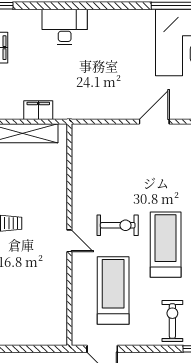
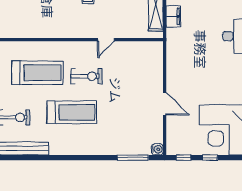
exercise bike: (118, 225) -> (87, 76), turned -90
door: (69, 241) -> (106, 40), moved

